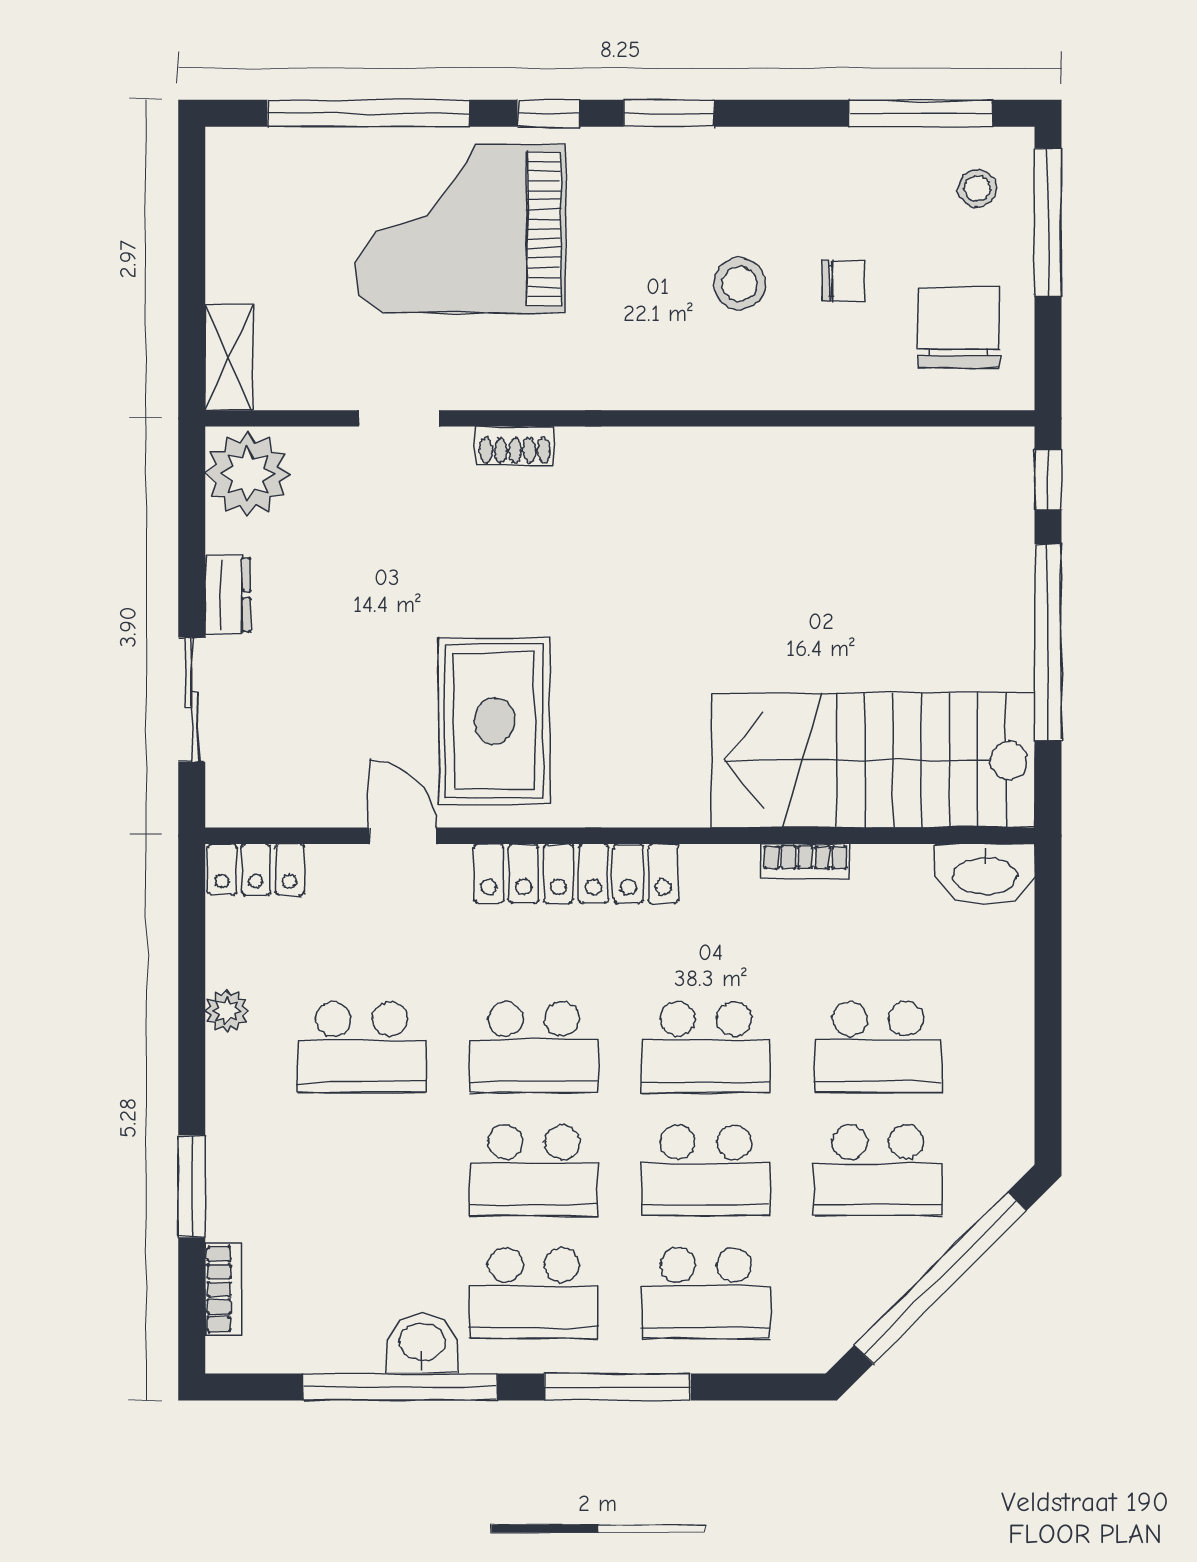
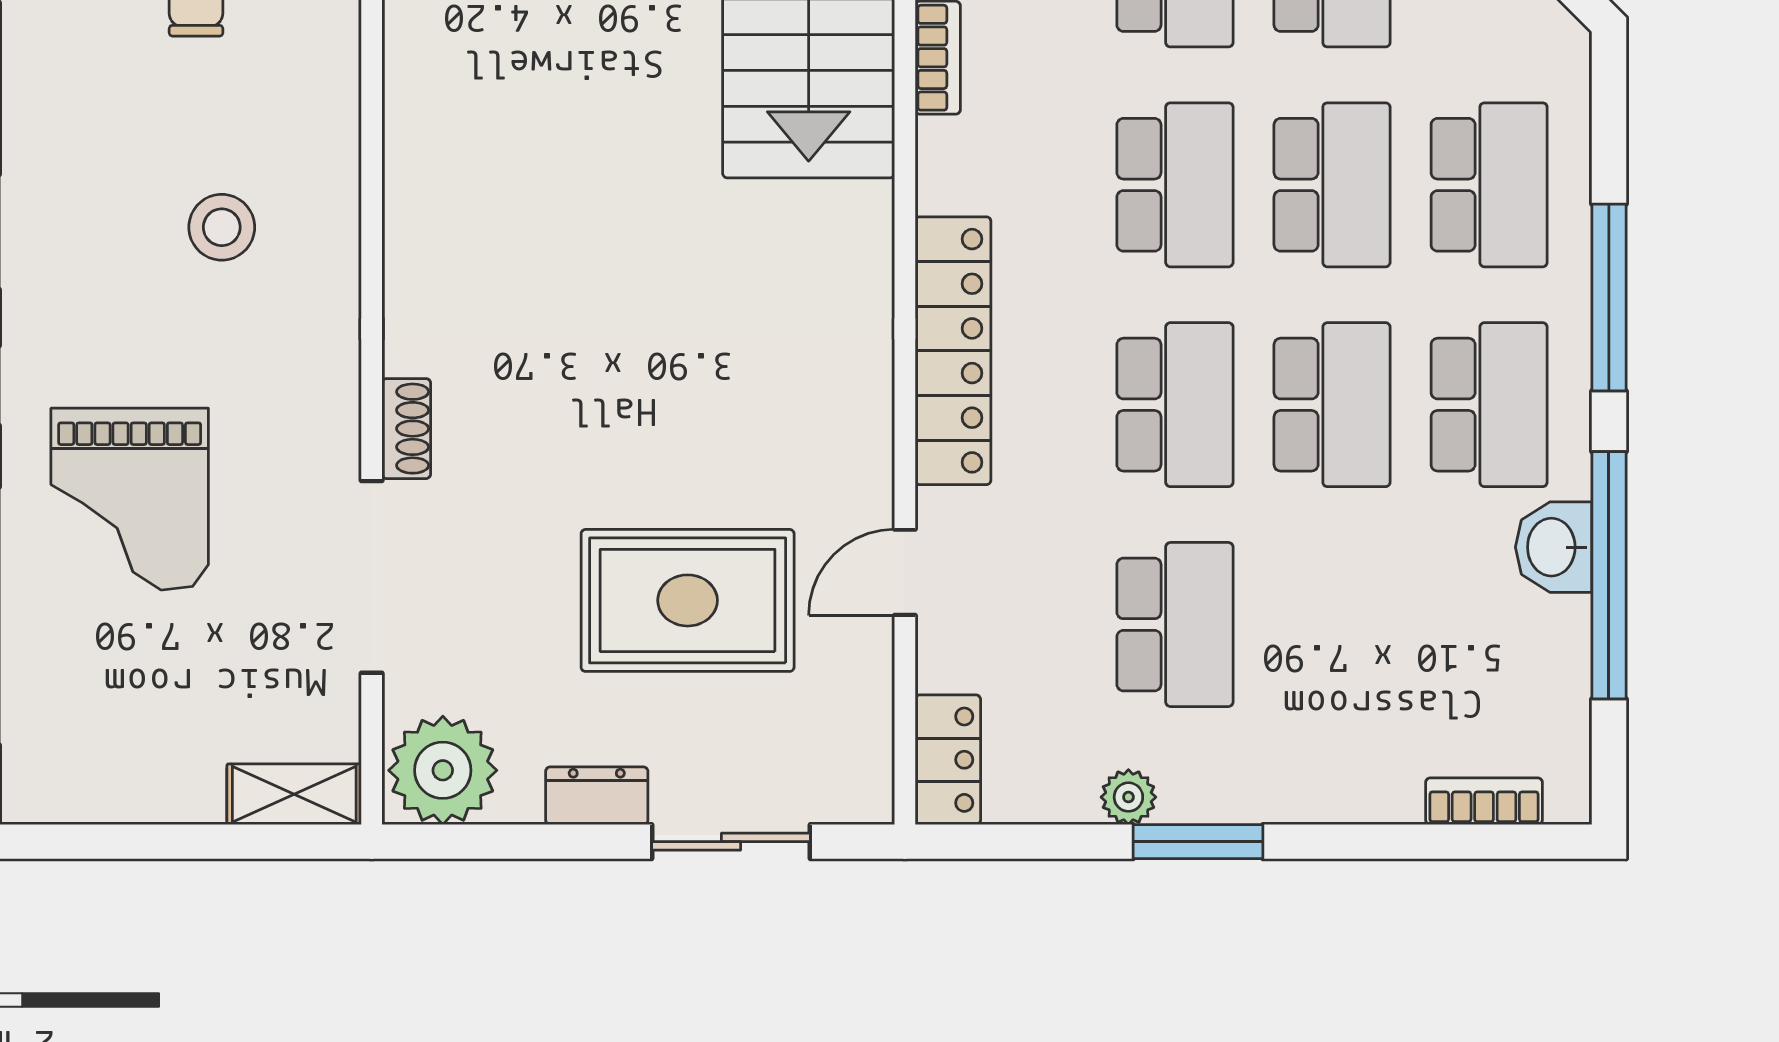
grand piano: (460, 229) -> (130, 499), width x0.73, depth x0.68
stool: (739, 284) -> (222, 227), moved
doorway: (399, 418) -> (372, 577), width x1.88
rug: (494, 721) -> (688, 600), moved
window: (192, 1186) -> (1198, 842), moved

